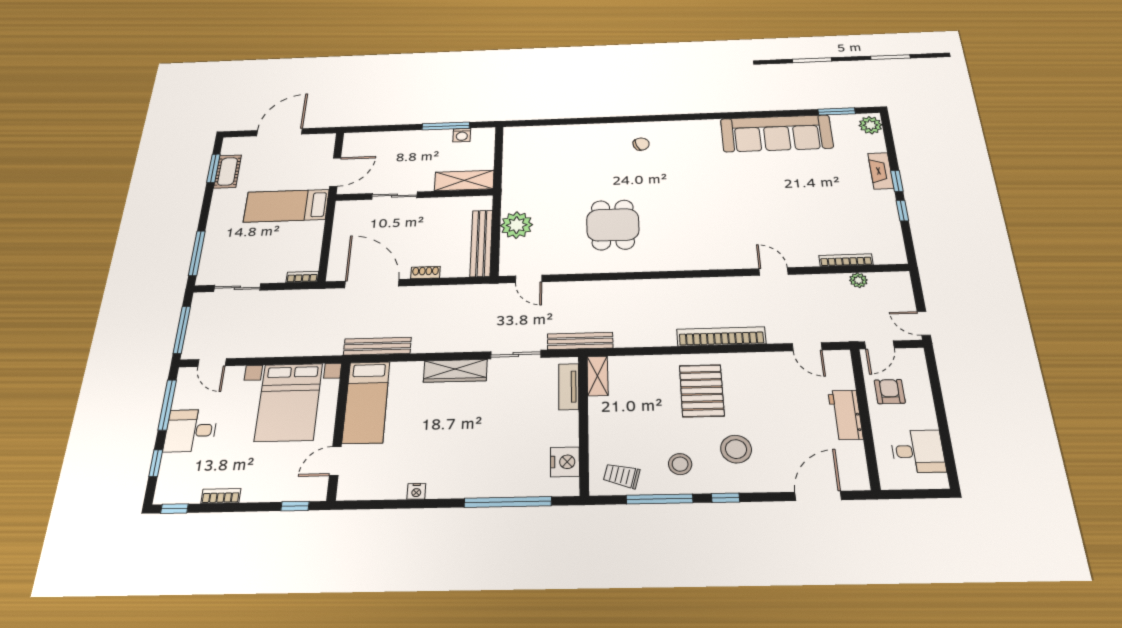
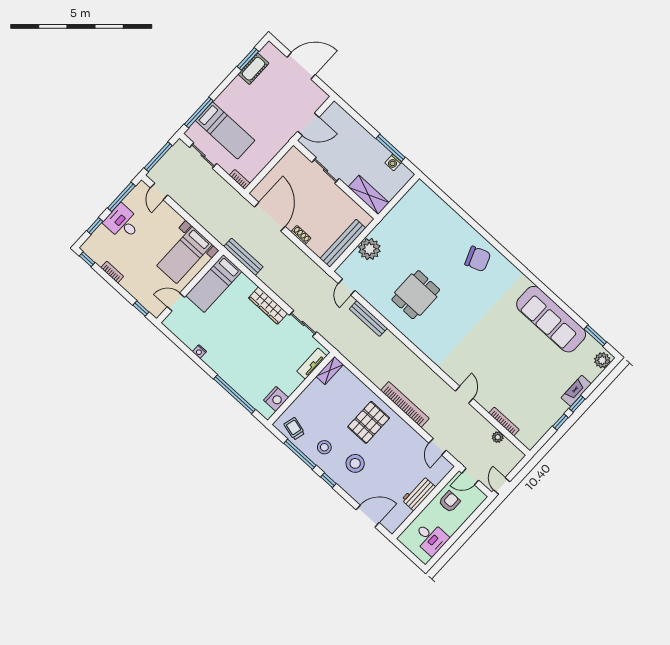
chair: (641, 144) -> (478, 259), width x1.87, depth x1.87
bed: (286, 206) -> (225, 130), moved, turned 180
bench: (580, 341) -> (368, 319), moved
bed with nightstands: (289, 402) -> (185, 255), width x0.73

